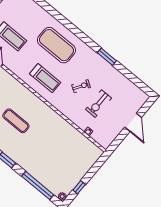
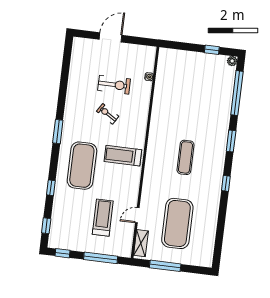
window: (55, 14) -> (51, 188), added
window: (107, 57) -> (58, 132), moved
treadmill: (45, 78) -> (123, 156), turned -90

